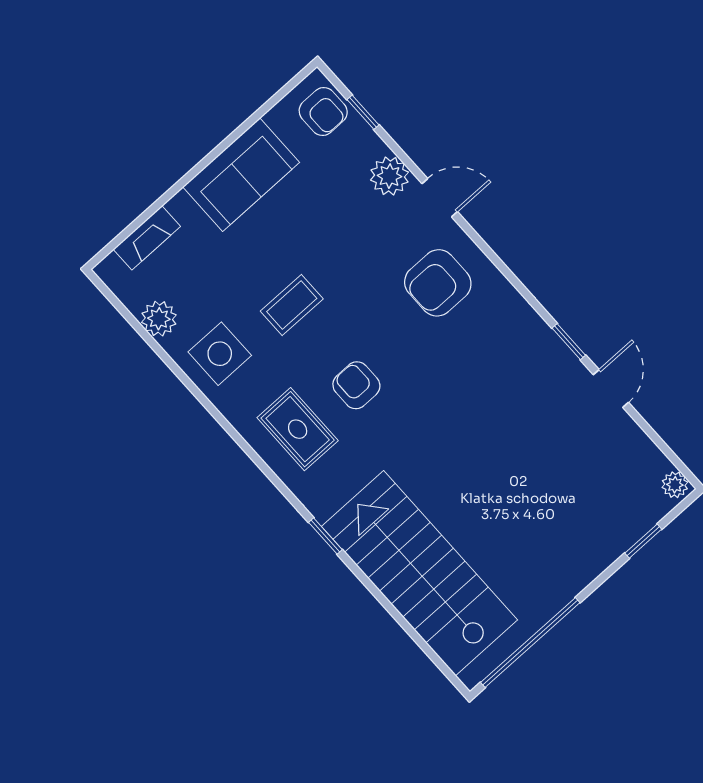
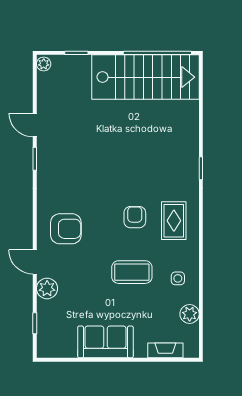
armchair: (323, 112) -> (50, 338), removed
coffee table: (292, 305) -> (132, 272), width x1.36, depth x1.30
side table: (220, 354) -> (178, 278), width x0.54, depth x0.54
armchair: (356, 385) -> (135, 217), turned 180
door: (611, 389) -> (35, 125), hinge flipped
stairs: (419, 573) -> (145, 77), moved, turned -90

